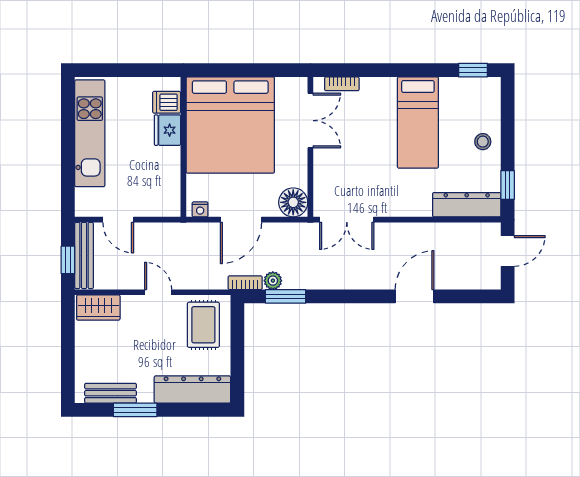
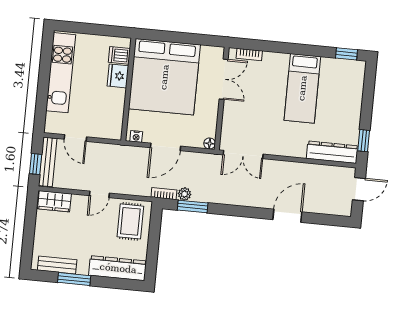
stool: (483, 142) -> (349, 107), removed
floor lamp: (293, 202) -> (210, 144), width x0.53, depth x0.53
door: (158, 292) -> (99, 194), swing flipped

